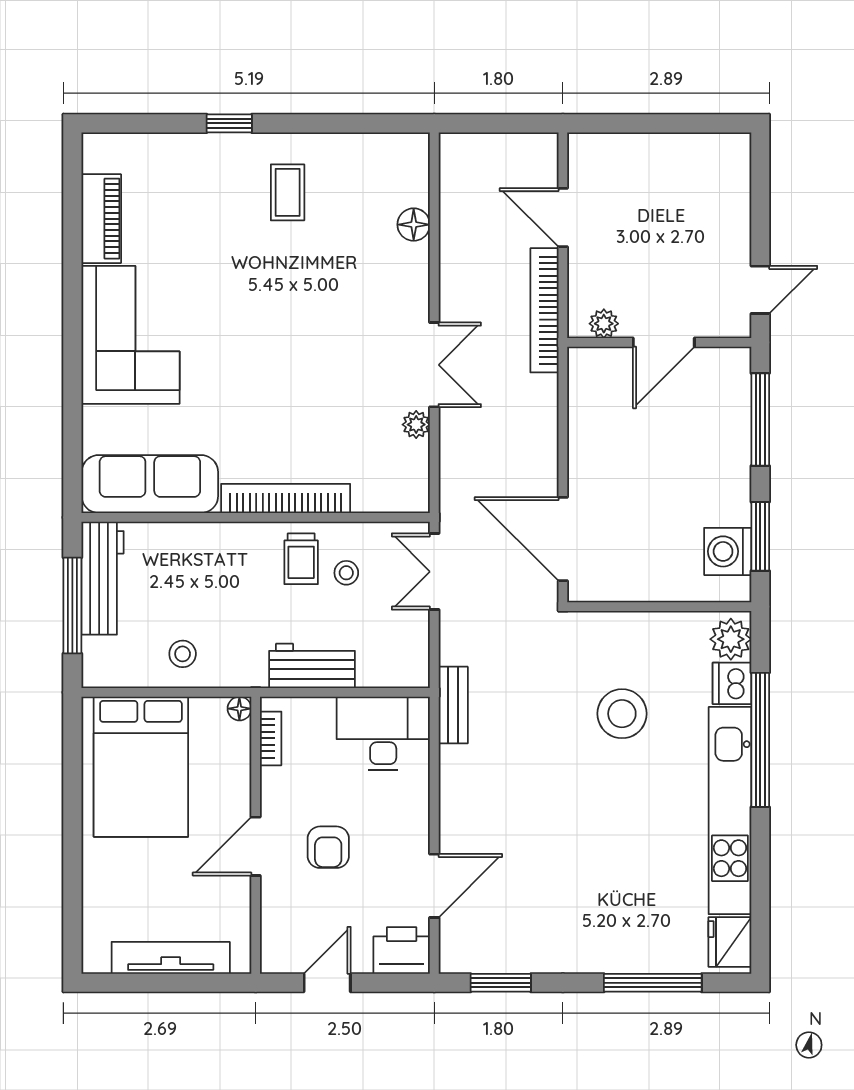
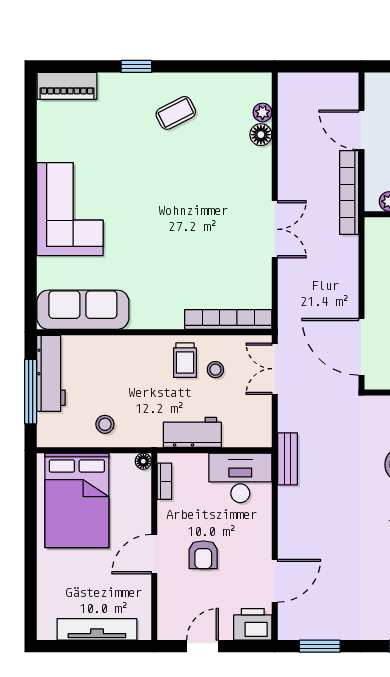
coffee table: (288, 192) -> (176, 113), turned 63
piano: (101, 219) -> (67, 86), moved, turned 90
plant: (416, 425) -> (263, 112), moved
bookcase: (286, 498) -> (228, 319), moved

